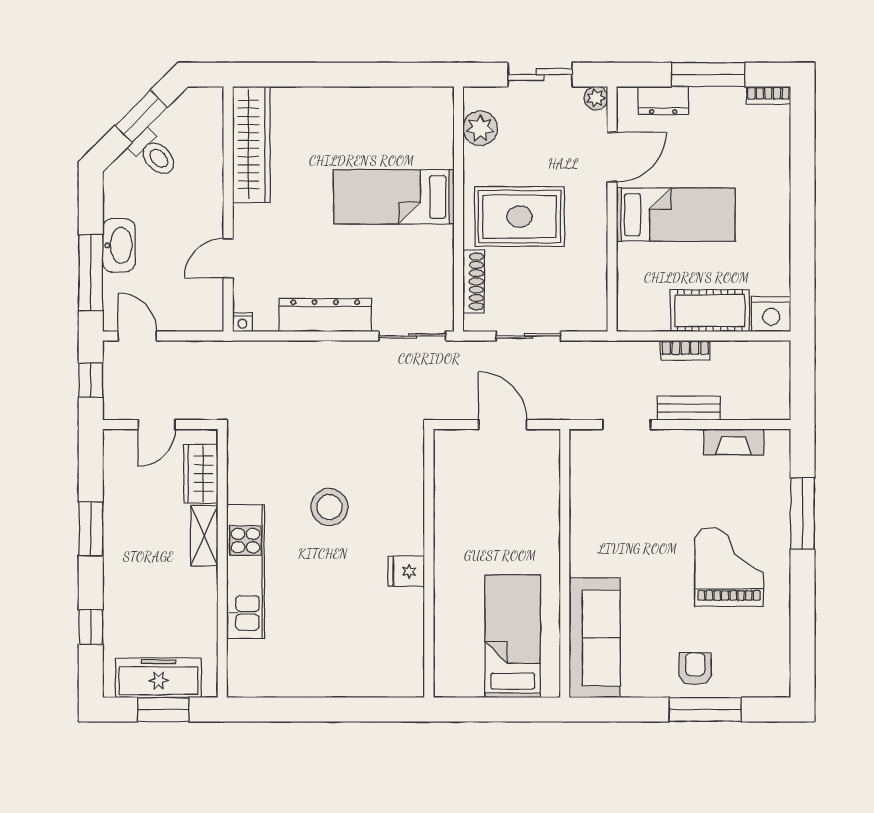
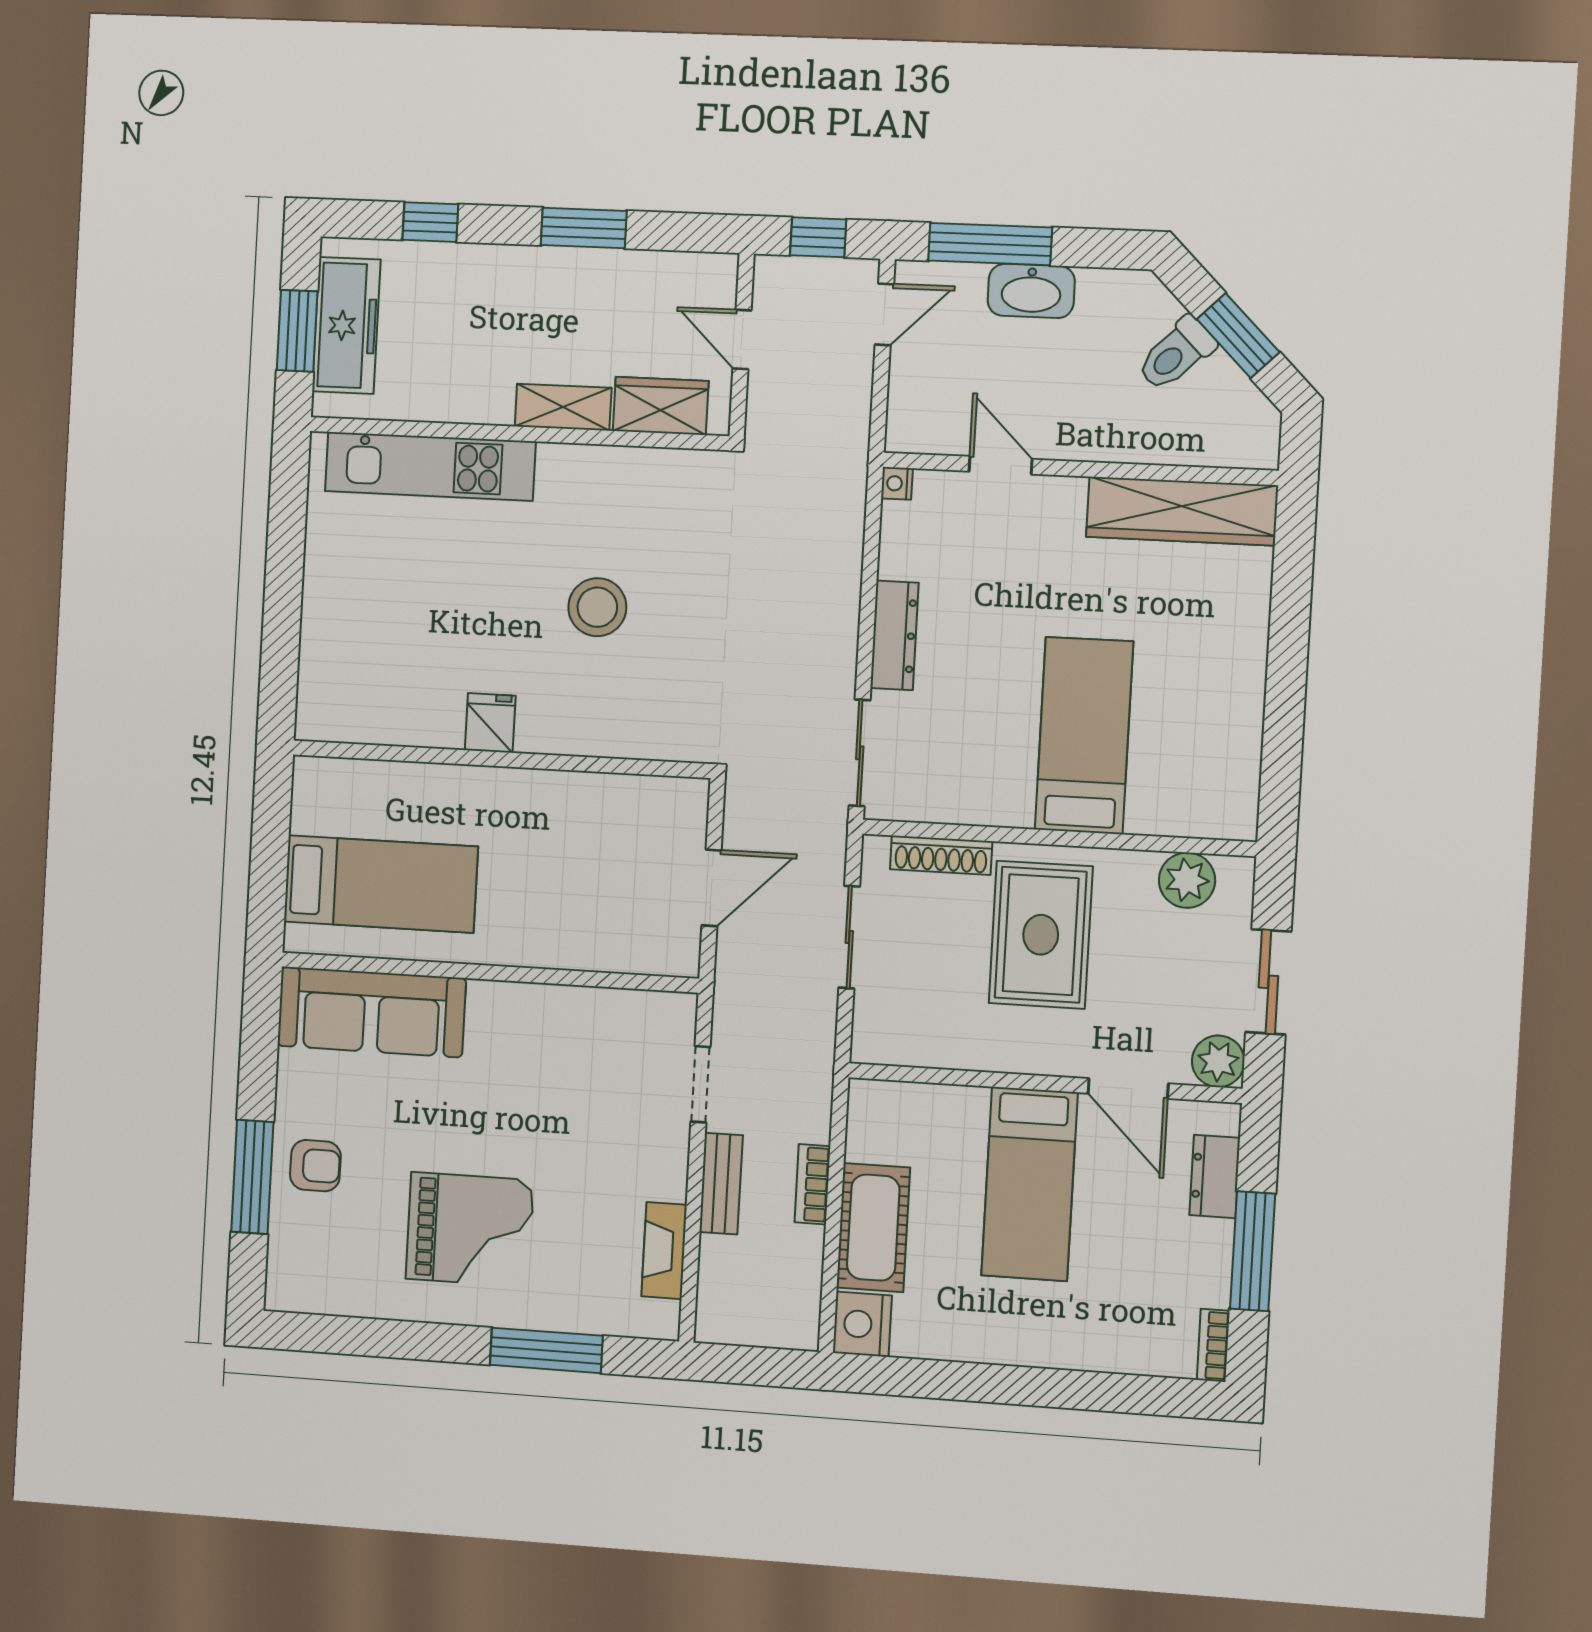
plant: (596, 98) -> (1218, 1061), width x1.38, depth x1.38
dresser: (325, 315) -> (894, 635), width x0.73, depth x0.80
kitchen unit: (246, 571) -> (430, 466), moved

